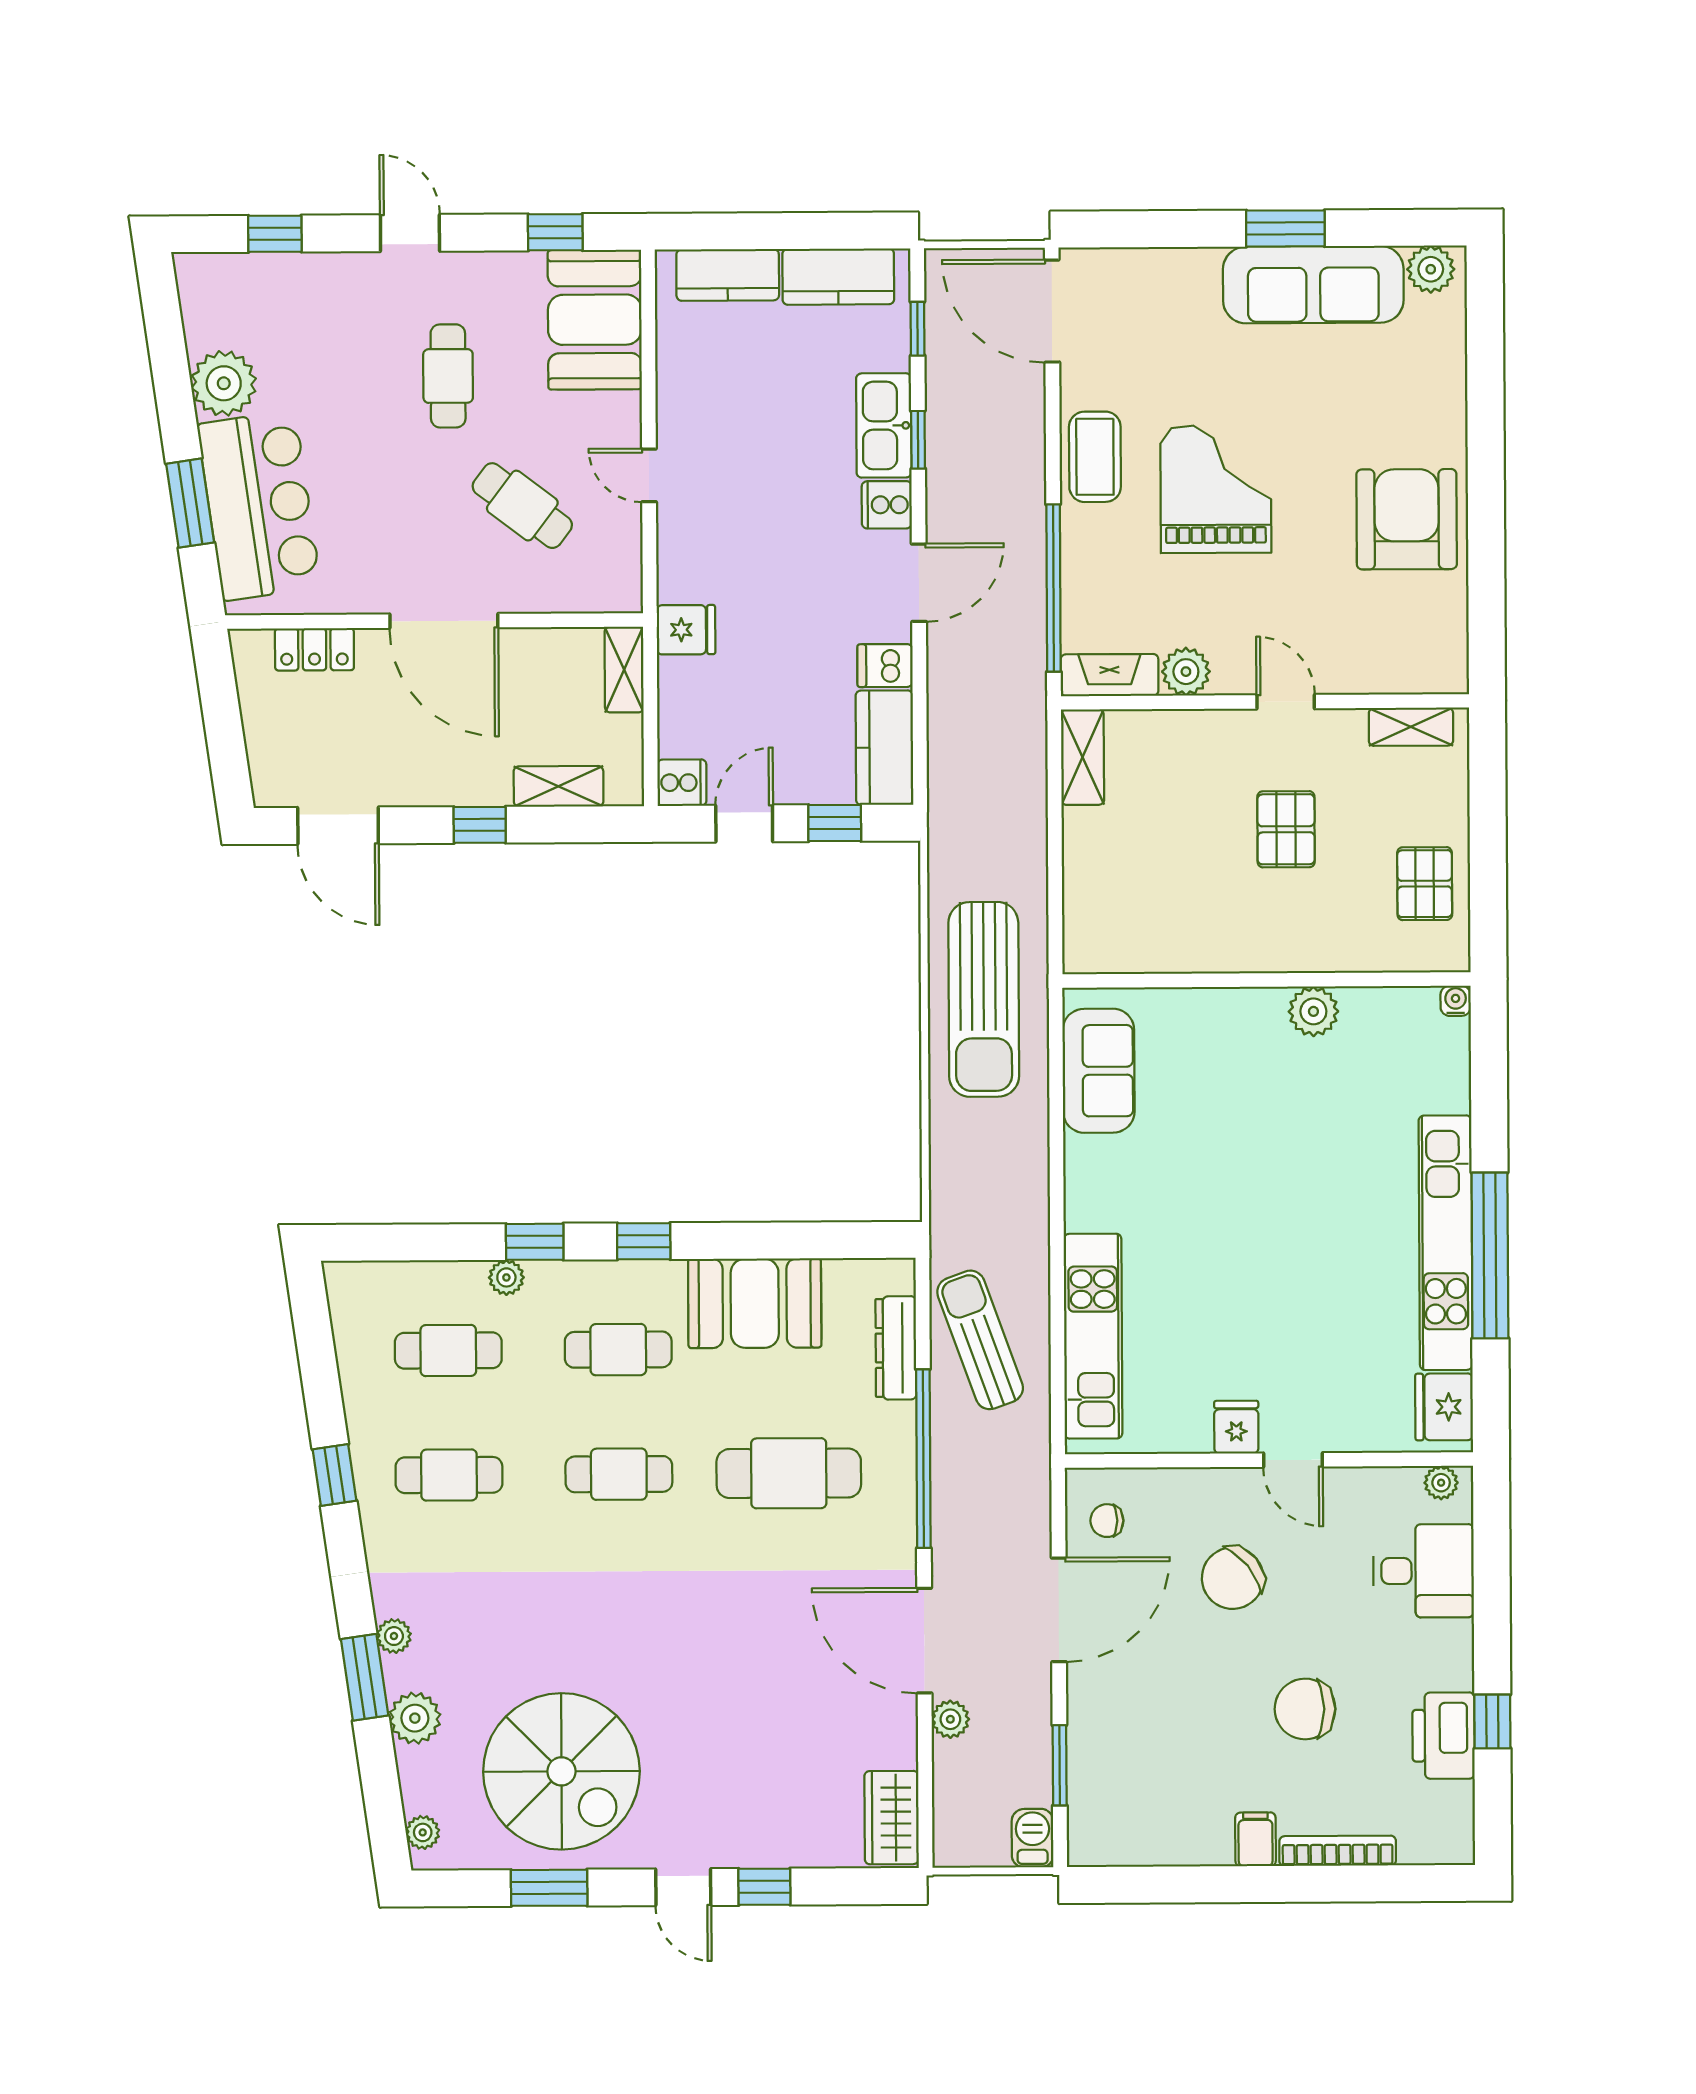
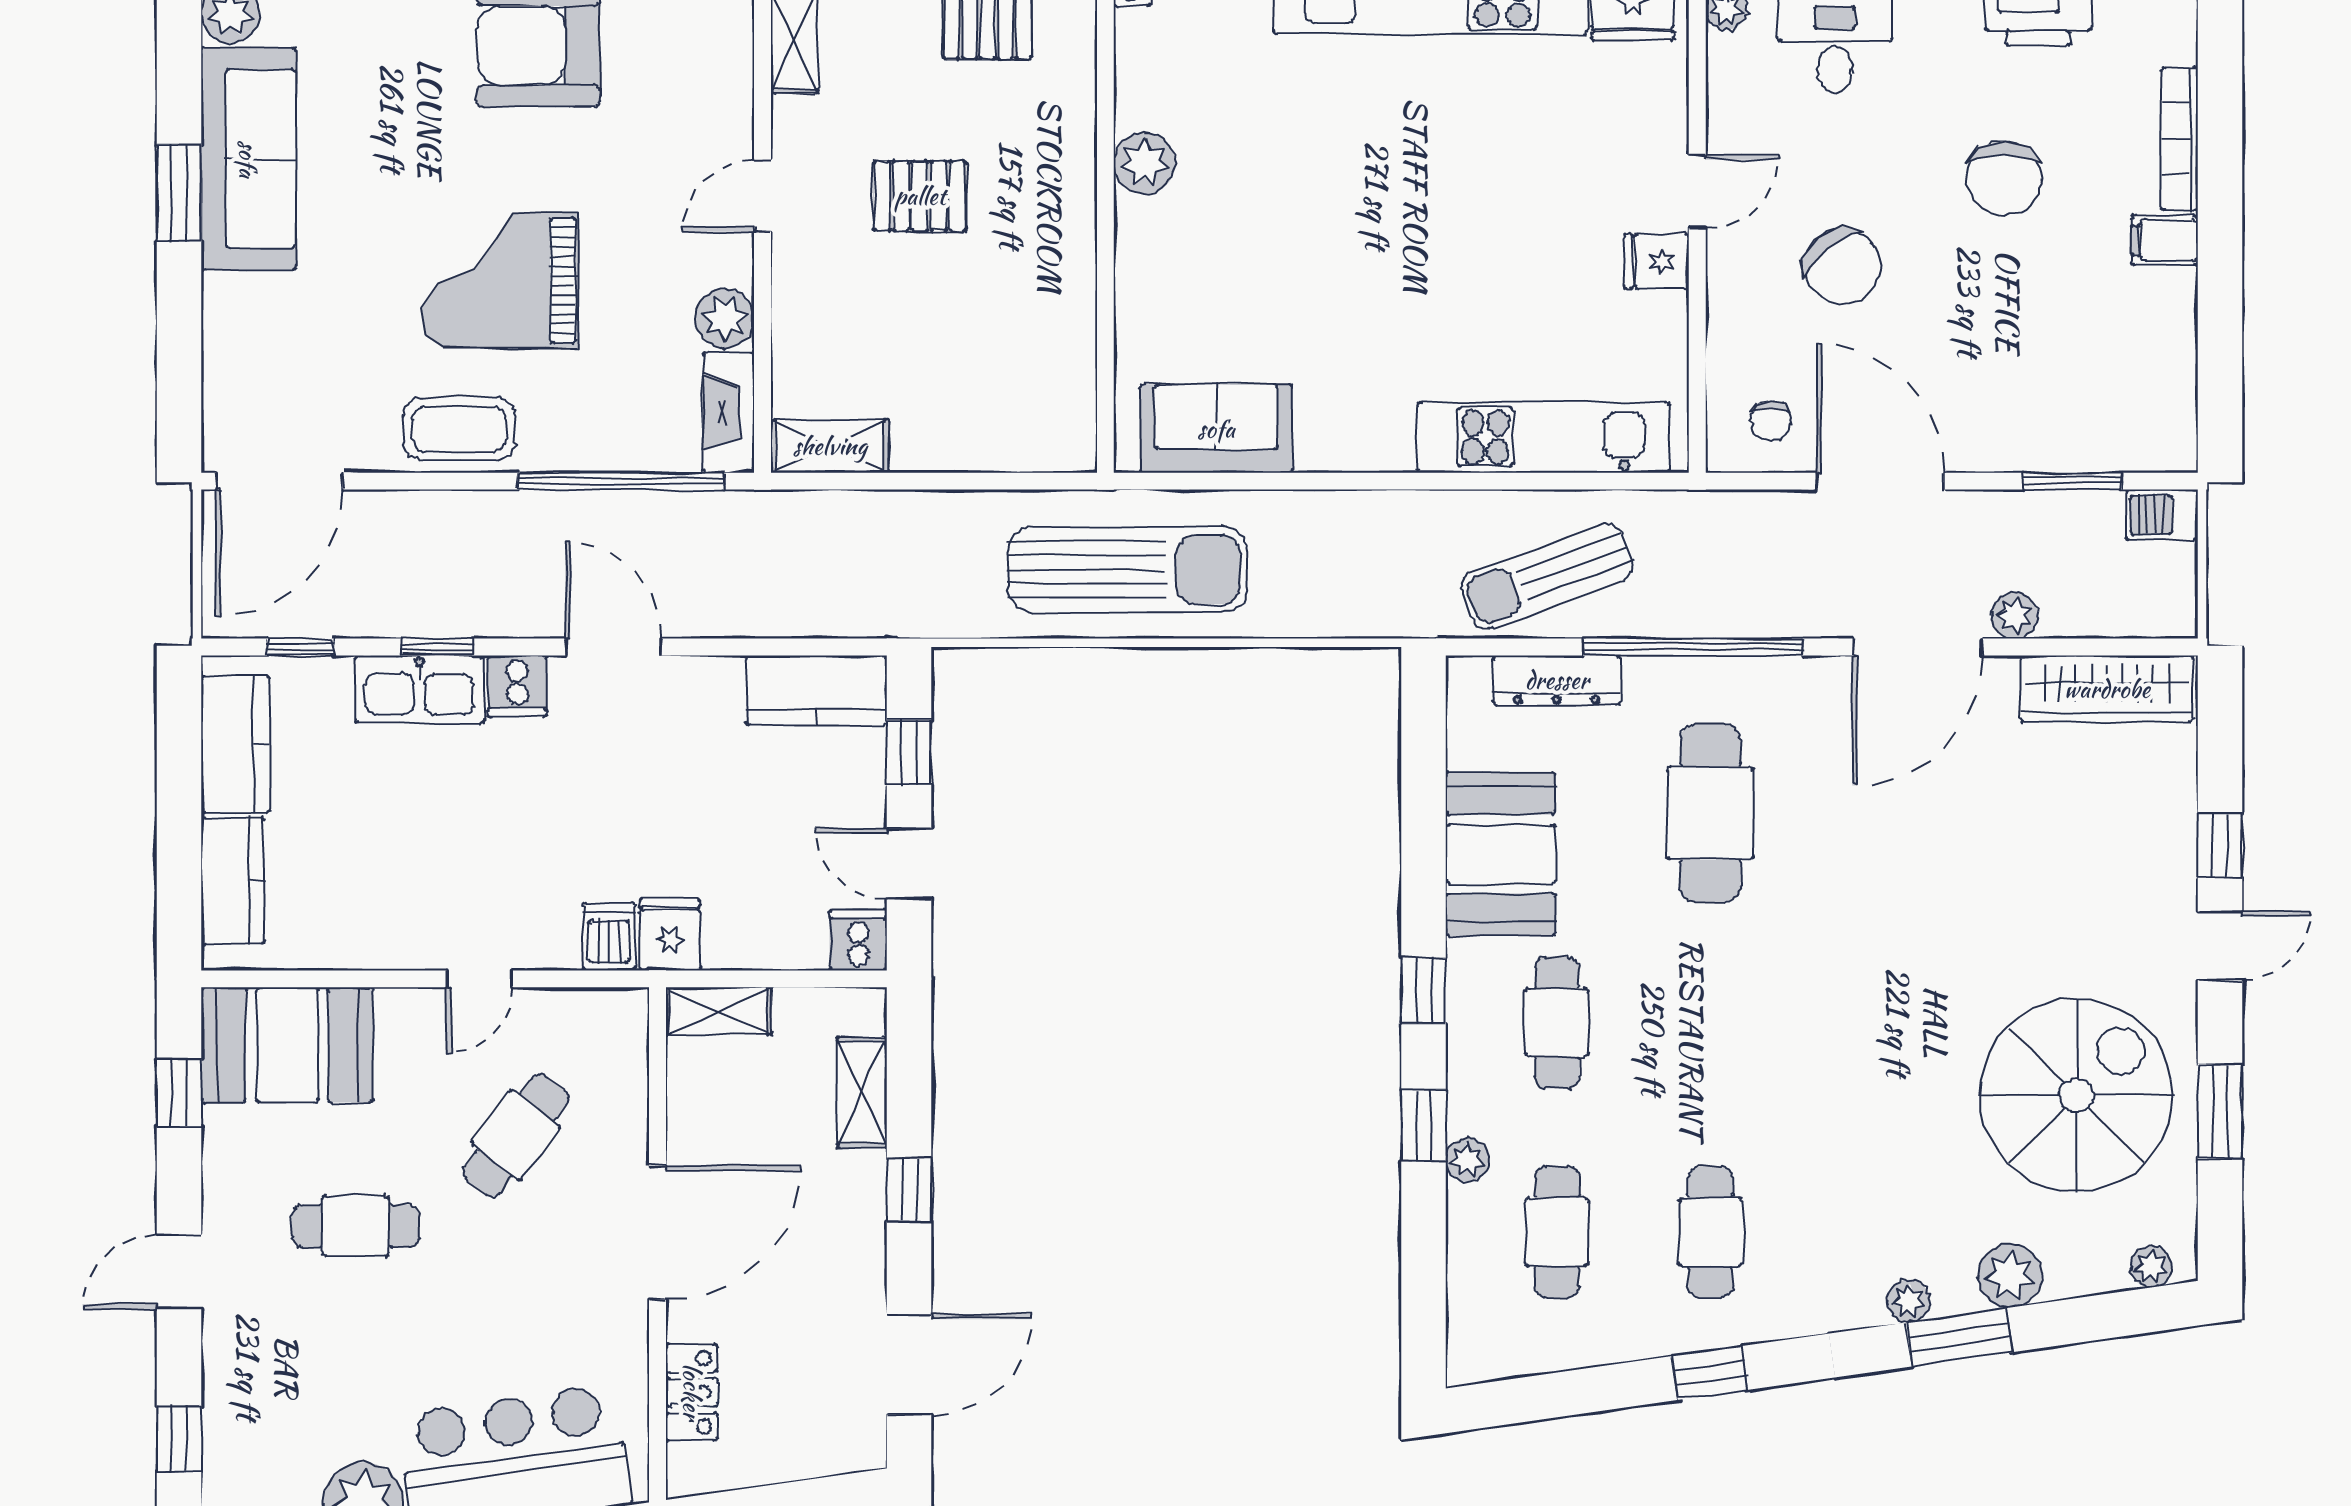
dishwasher: (885, 666) -> (609, 937), moved, turned 180
cafe table: (619, 1474) -> (1710, 1023), removed
wardrobe: (892, 1818) -> (2107, 689), width x1.50

